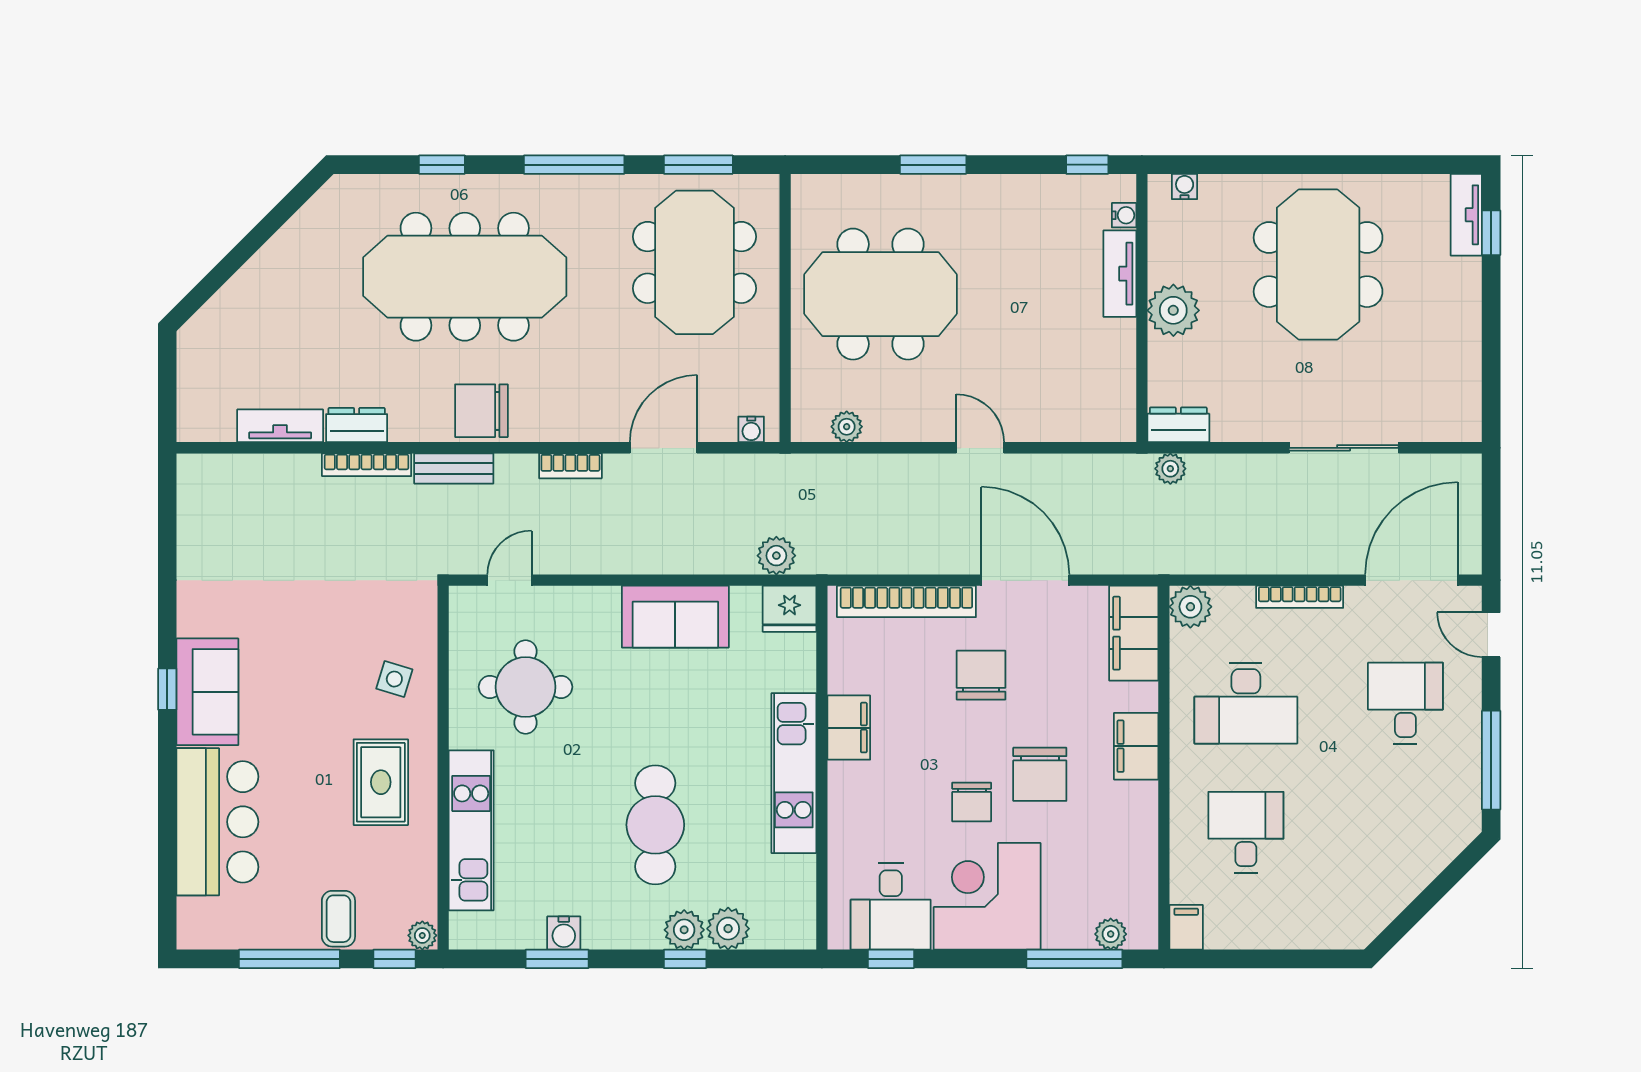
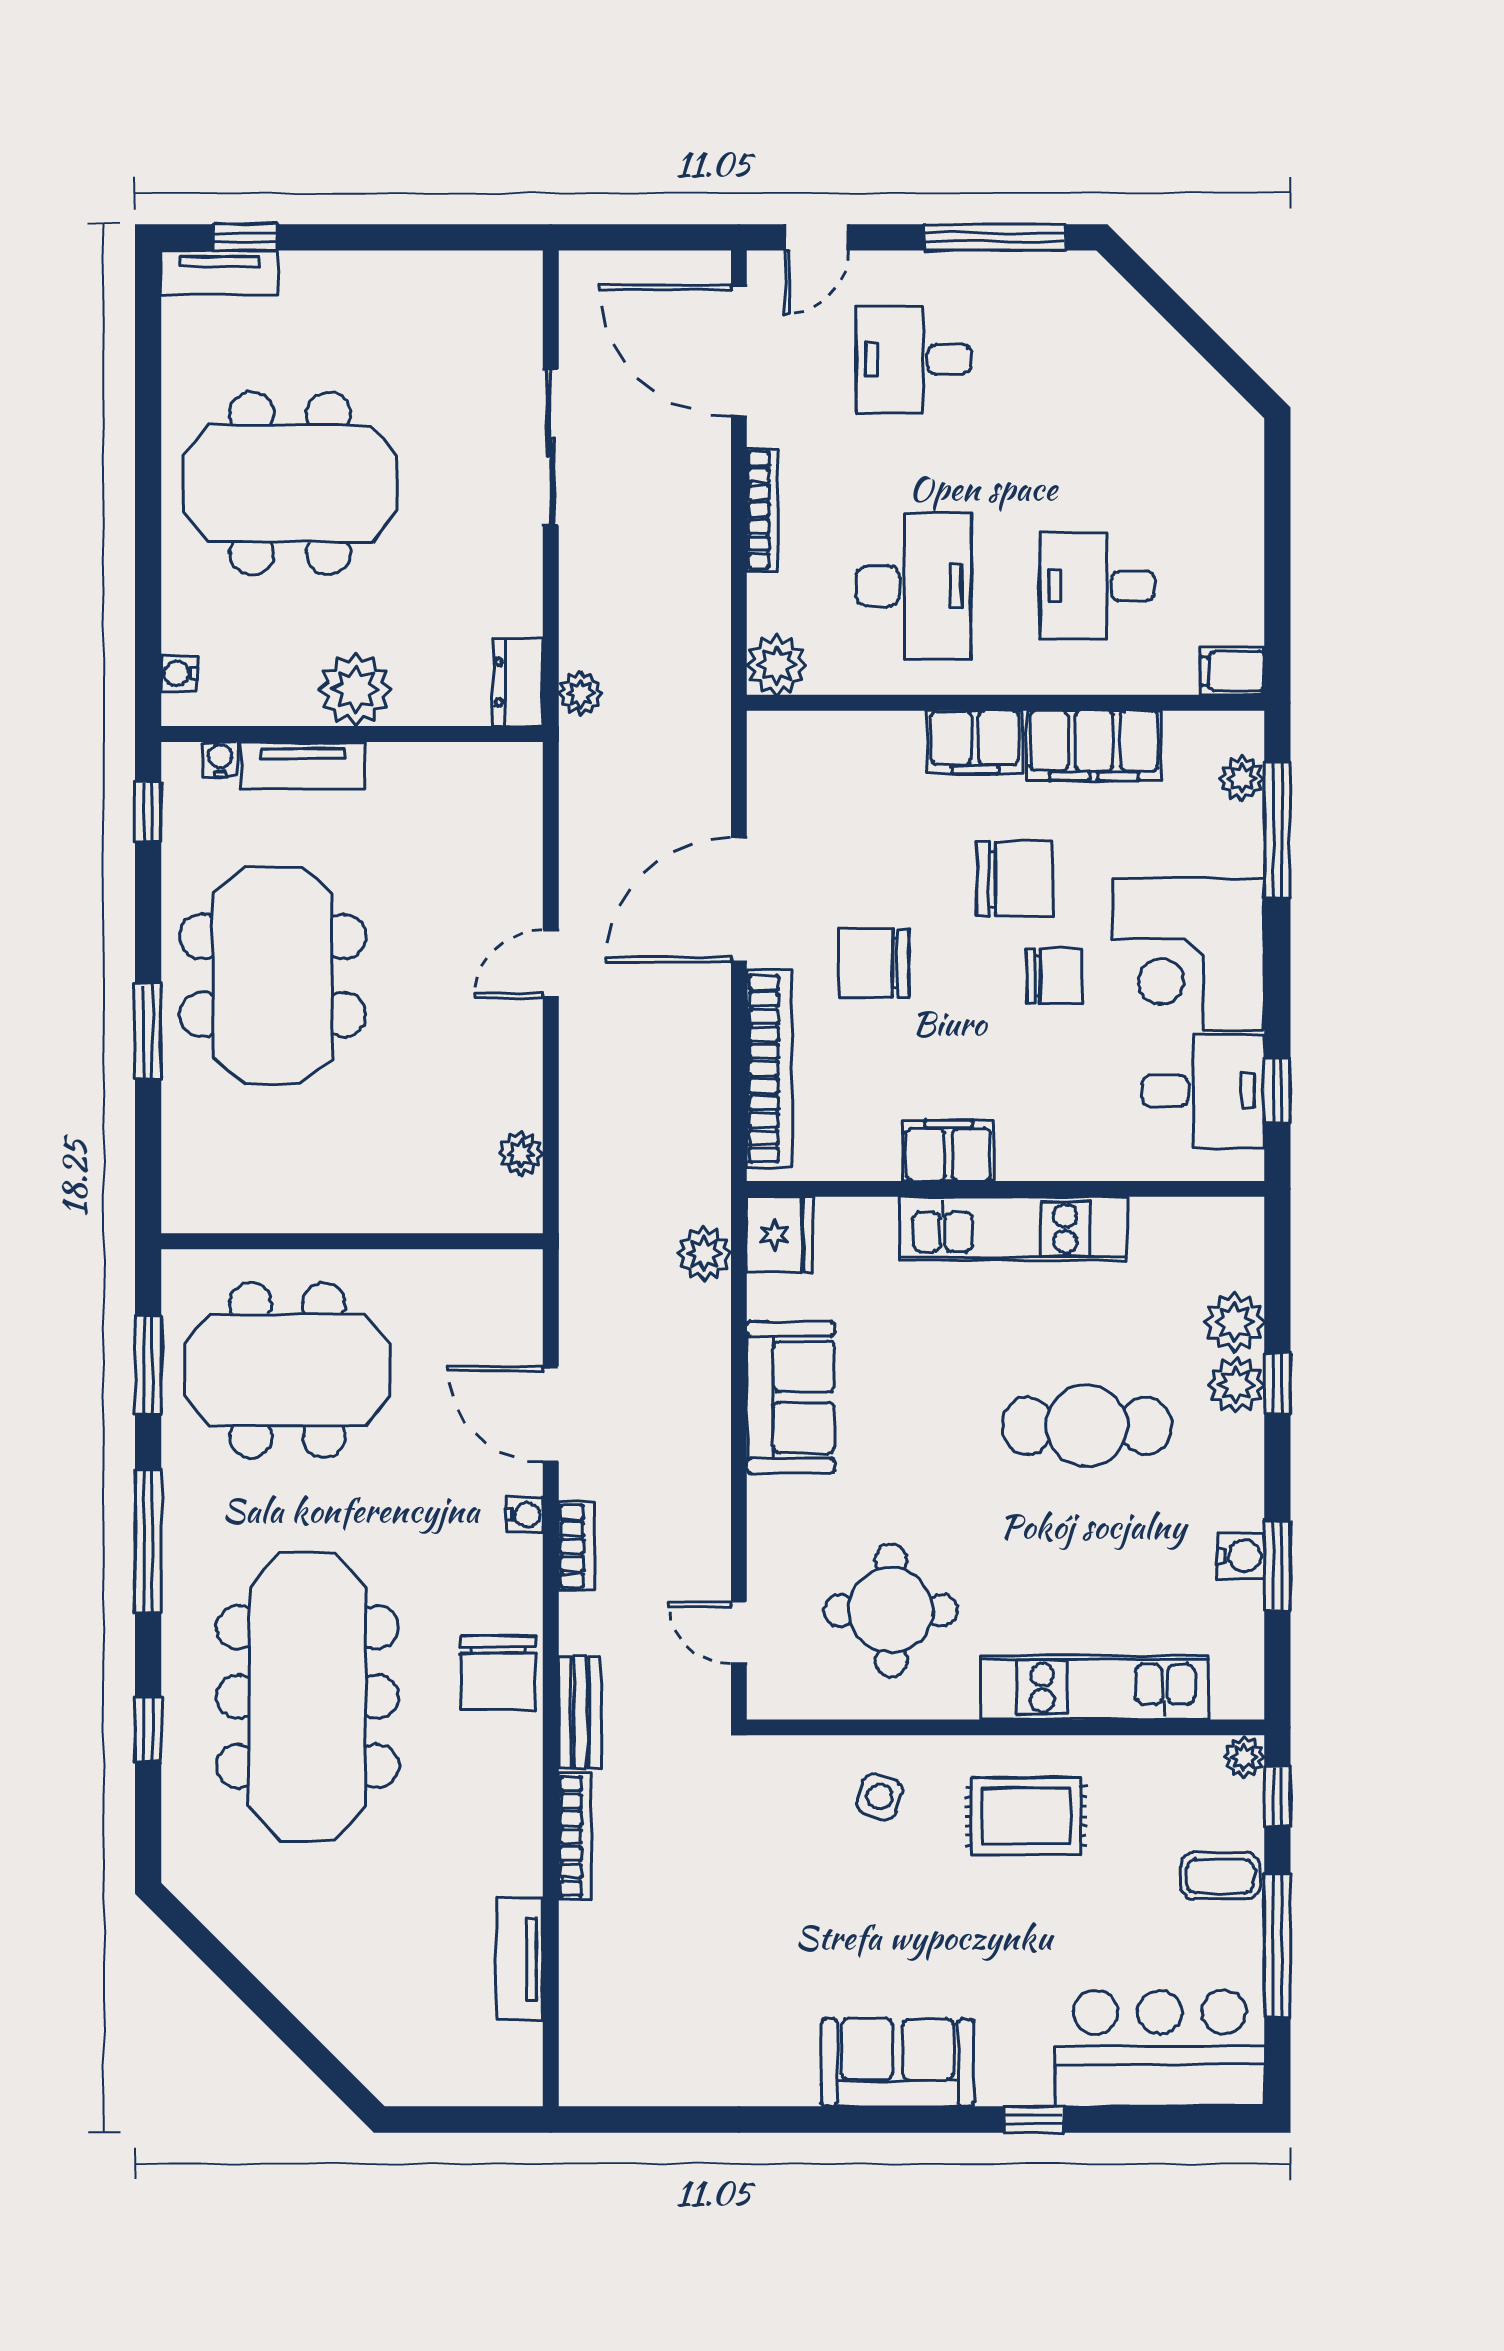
meeting table: (881, 294) -> (273, 975), moved
dresser: (357, 425) -> (518, 1850), removed
water cooler: (751, 429) -> (525, 1515), moved
filing cabinet: (1134, 633) -> (1094, 746), moved
window: (167, 689) -> (1034, 2119), moved
bar counter: (217, 822) -> (1160, 2048), moved

